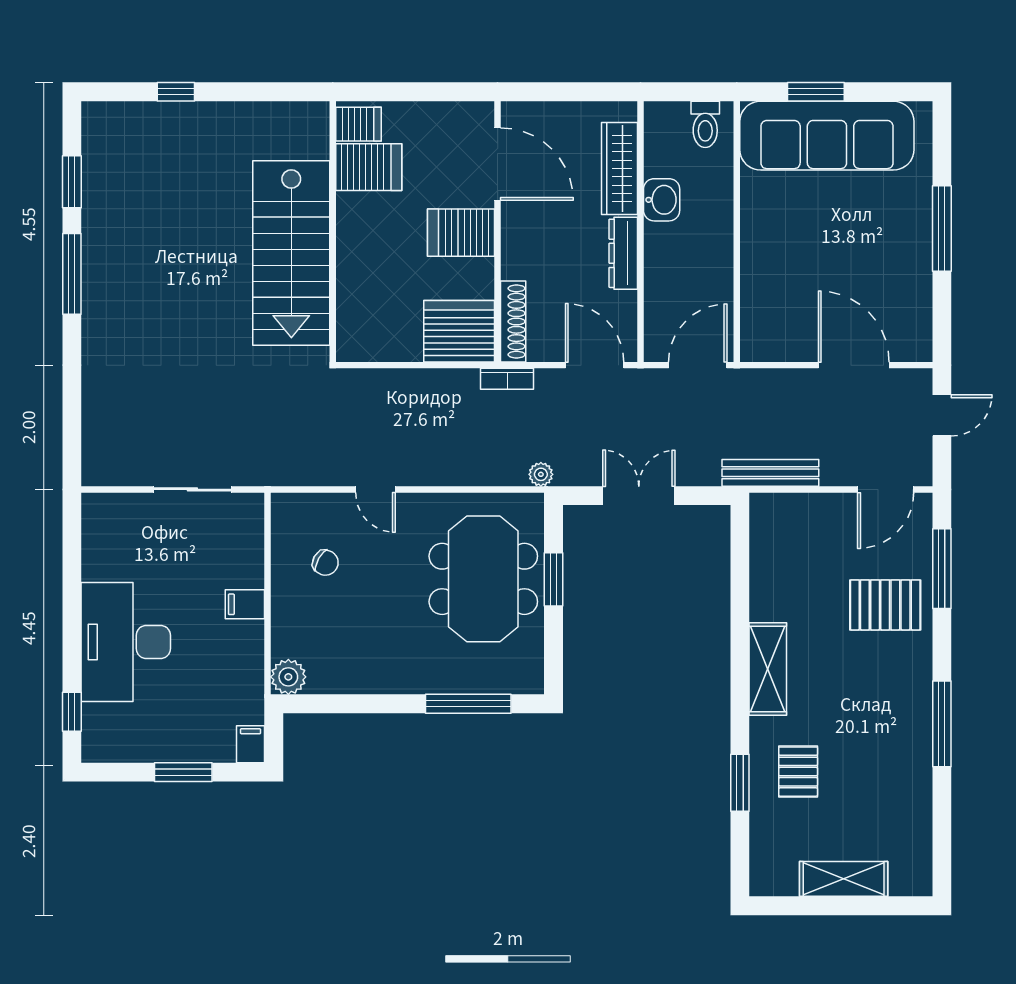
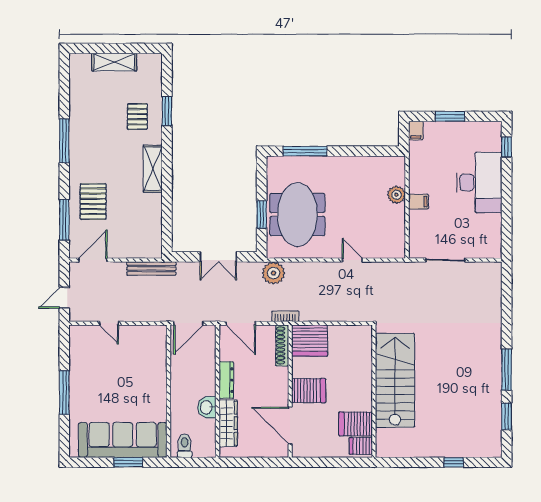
door: (854, 365) -> (109, 323), width x0.53
plant: (541, 474) -> (273, 273), width x1.87, depth x1.87
chair: (325, 563) -> (378, 223), removed
pallet: (885, 605) -> (93, 201), turned 90
plant: (288, 677) -> (396, 195), moved

